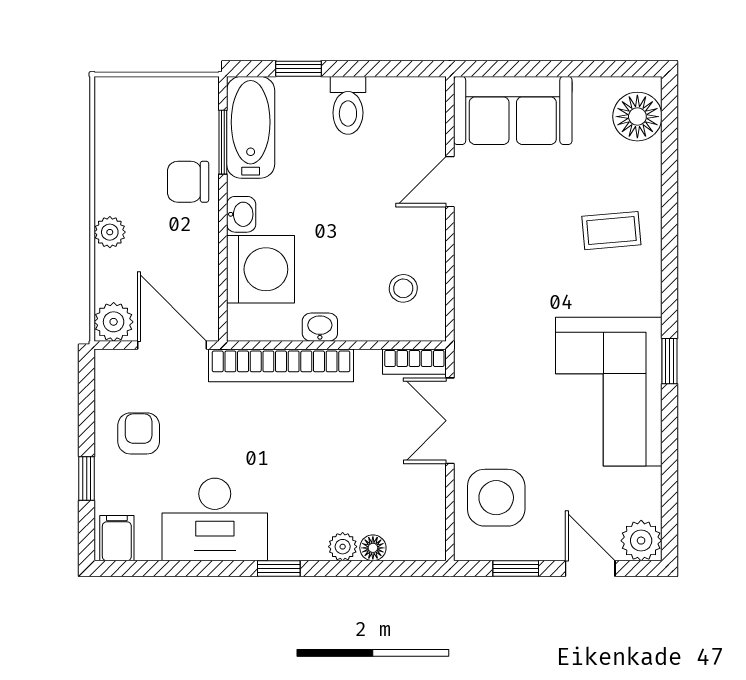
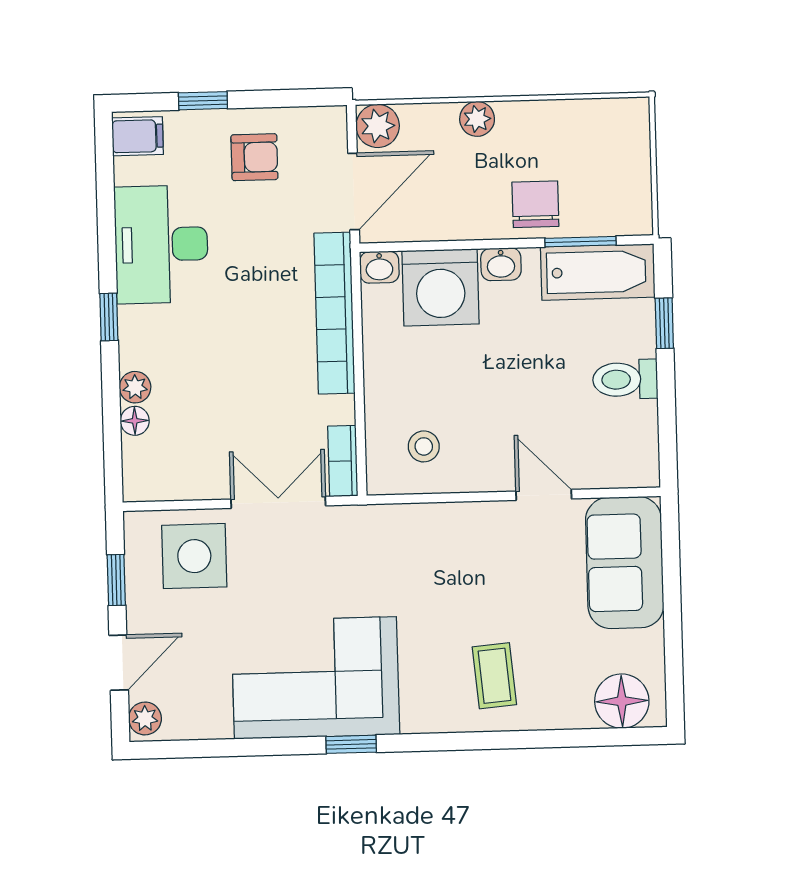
washbasin: (320, 327) -> (379, 267), moved, turned 90
plant: (641, 541) -> (145, 718), width x0.73, depth x0.73

